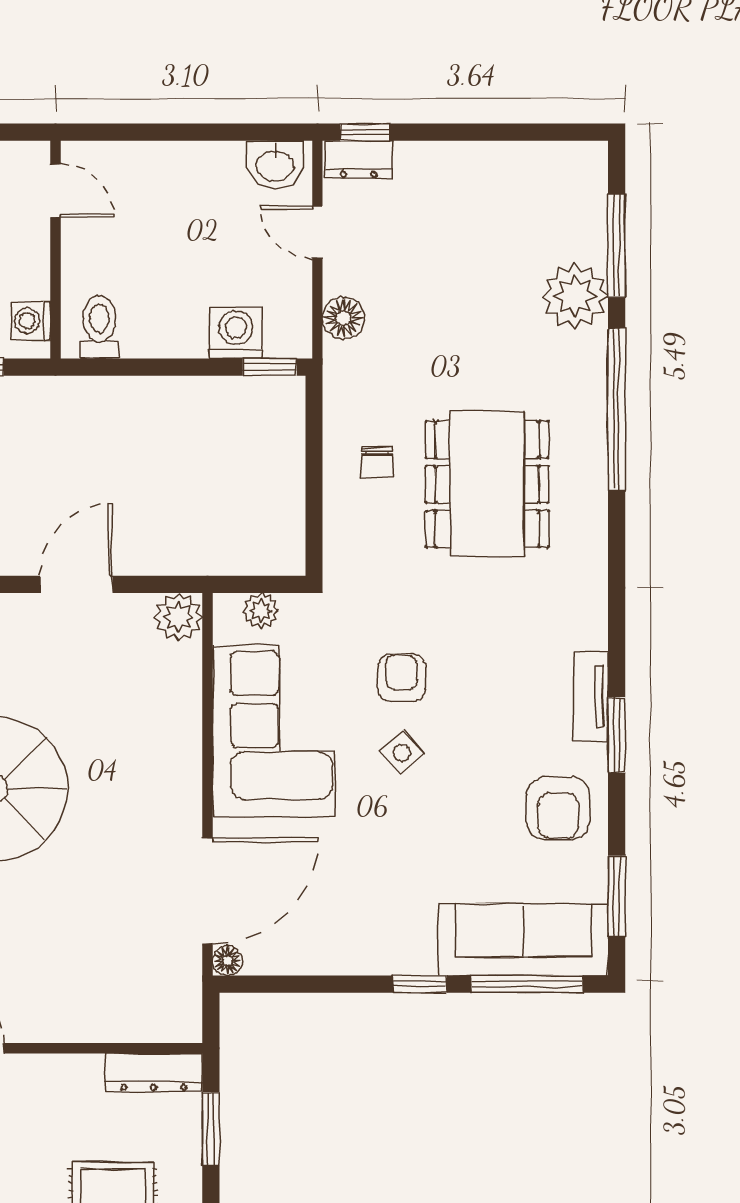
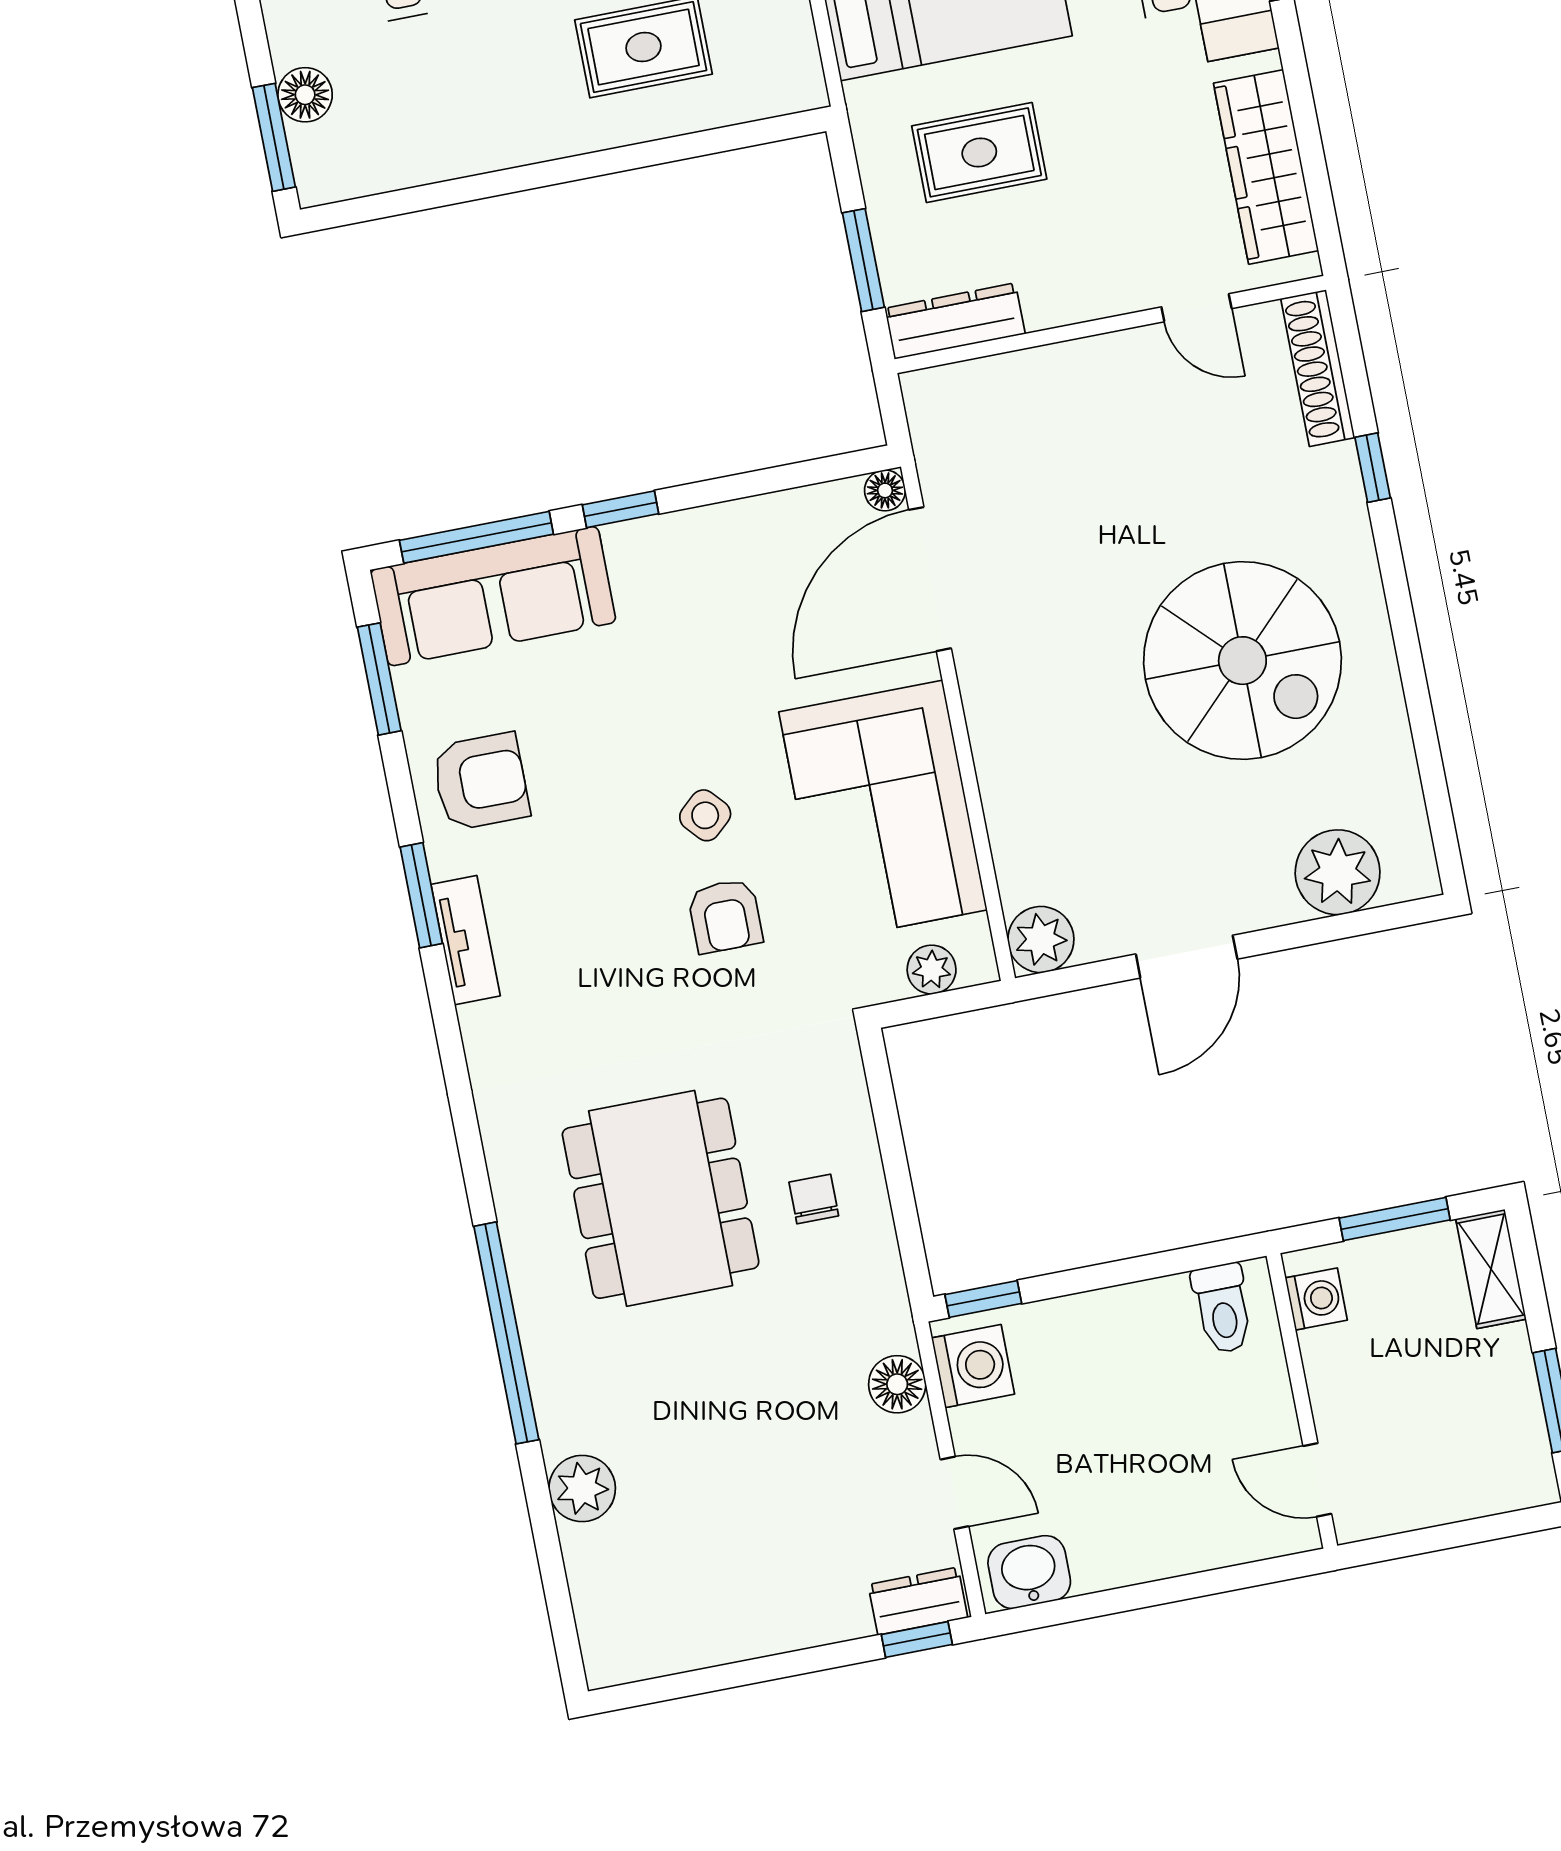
window: (617, 246) -> (549, 1553), removed
plant: (575, 296) -> (582, 1489), width x0.73, depth x0.73
washing machine: (236, 333) -> (973, 1366), moved, turned -90
armchair: (558, 808) -> (481, 782), turned 90

